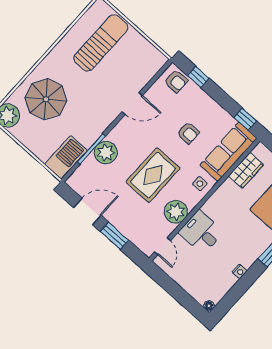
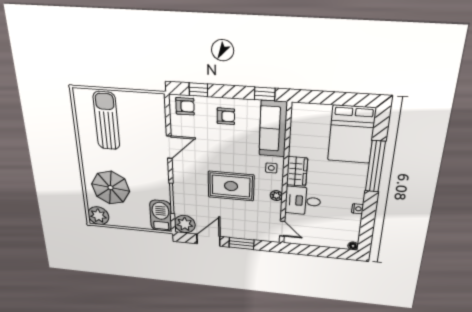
armchair: (188, 133) -> (226, 116), moved
plant: (106, 153) -> (185, 224), moved
wardrobe: (246, 170) -> (297, 171), moved
rug: (153, 175) -> (231, 186), turned 90
plant: (176, 212) -> (276, 196), width x0.53, depth x0.53

